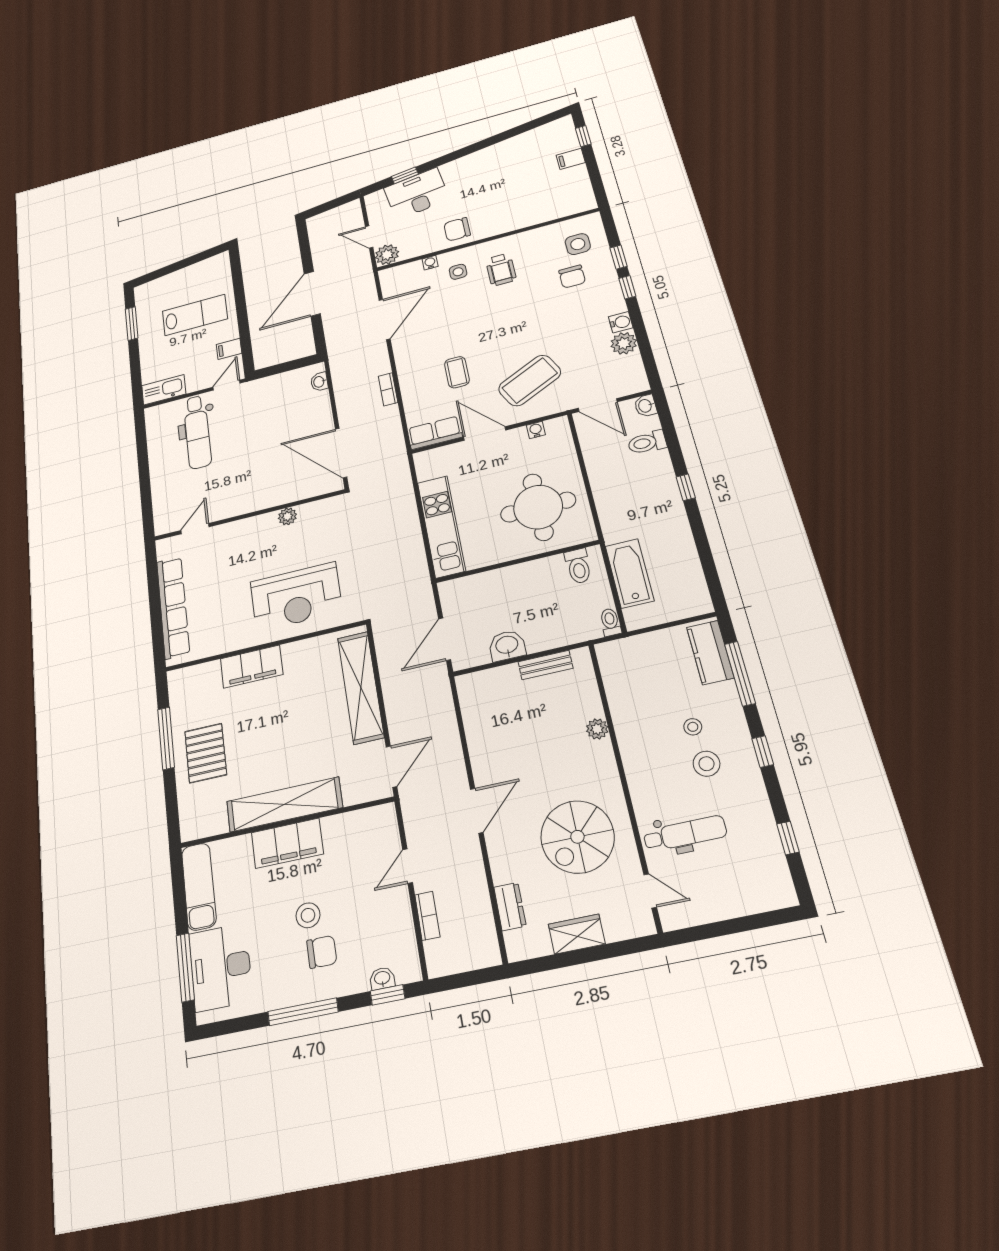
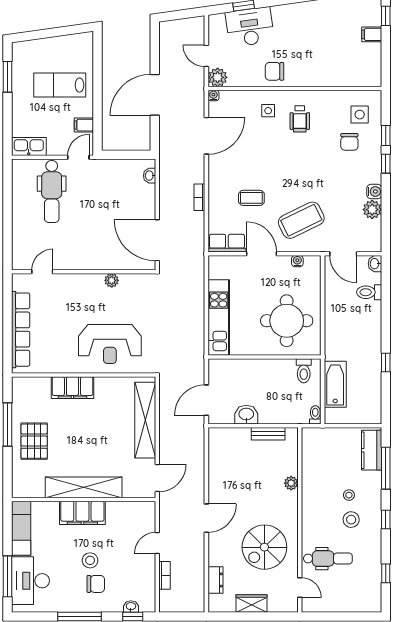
water cooler: (430, 263) -> (213, 96), moved
lab bench: (195, 315) -> (60, 85), turned 180
coffee table: (457, 372) -> (251, 198), turned 90
window: (686, 487) -> (386, 362), moved

